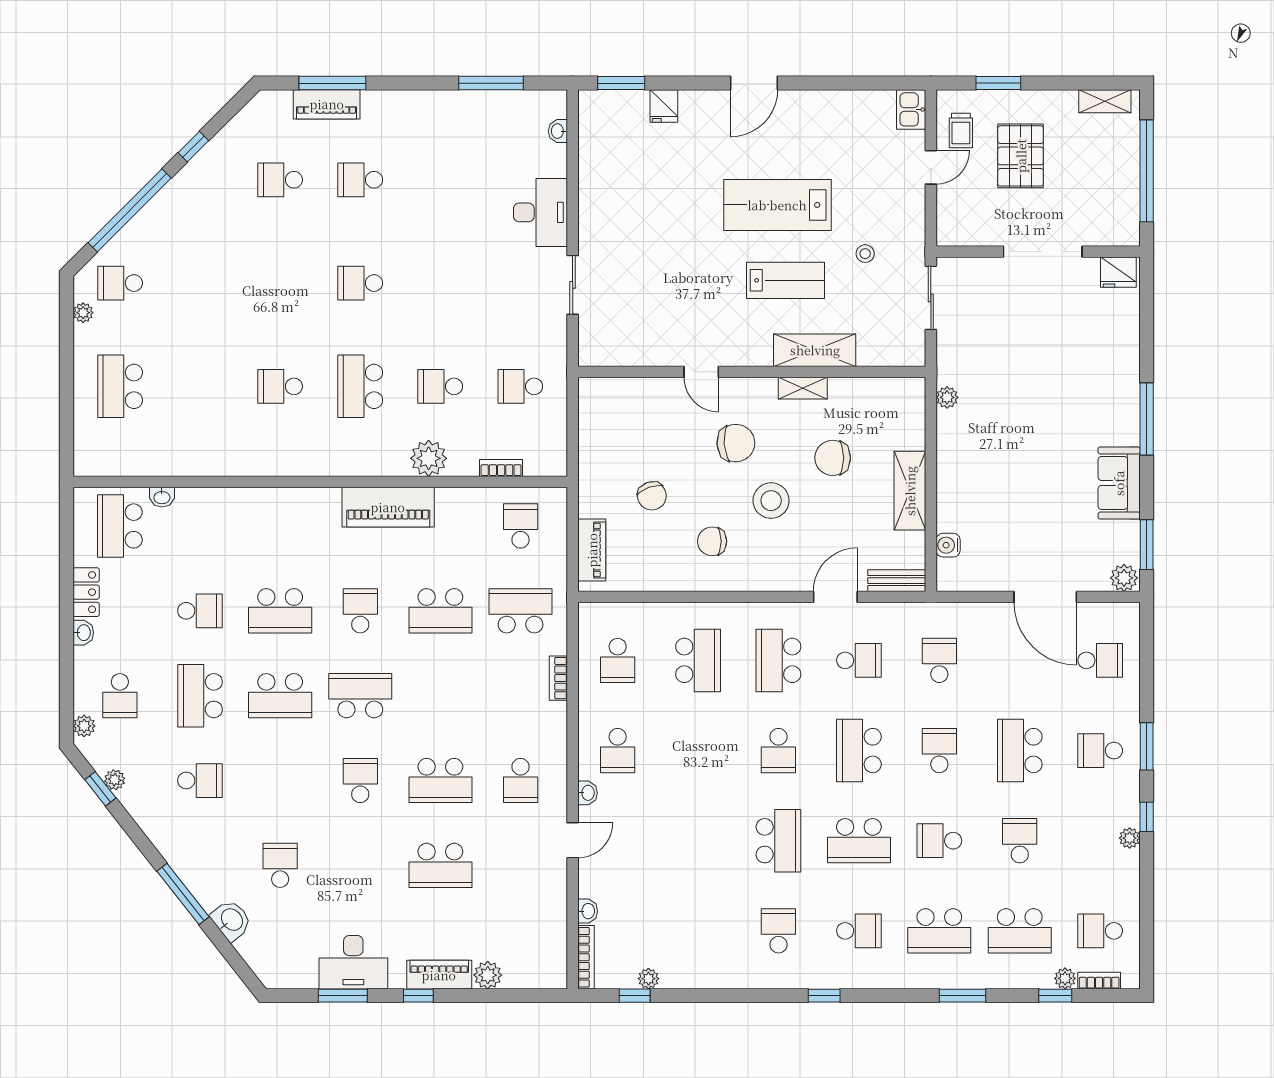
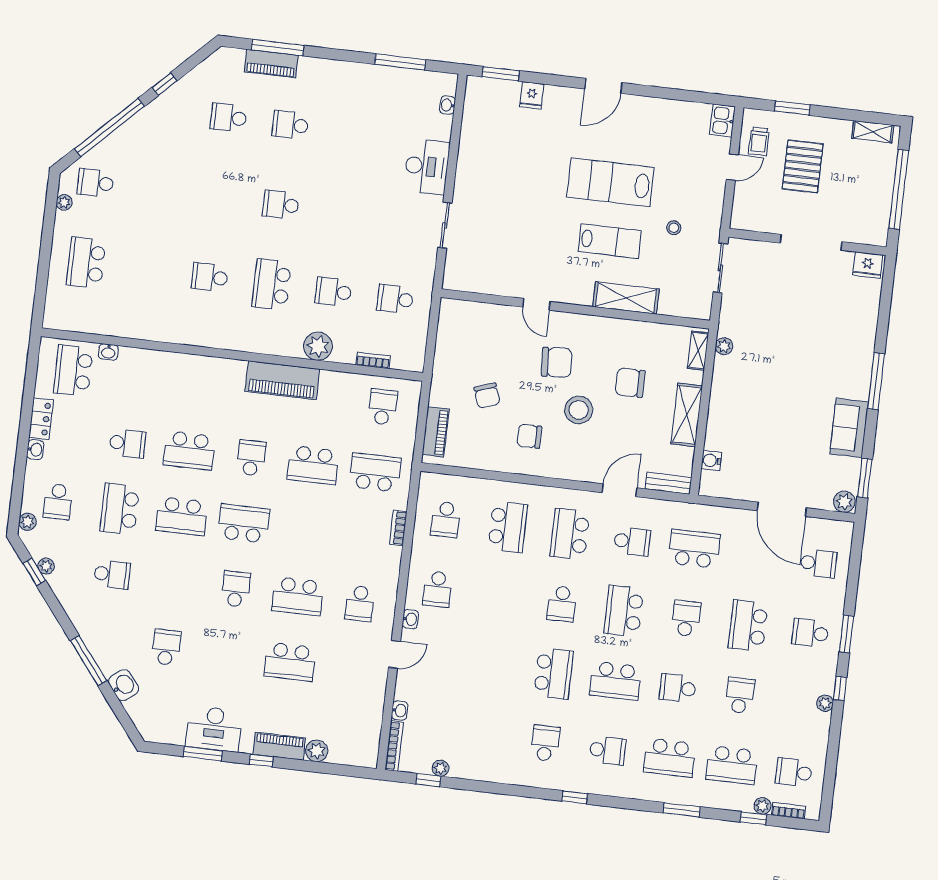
shelving: (803, 388) -> (698, 351), moved, turned 90
school desk: (939, 660) -> (694, 549), width x1.85

